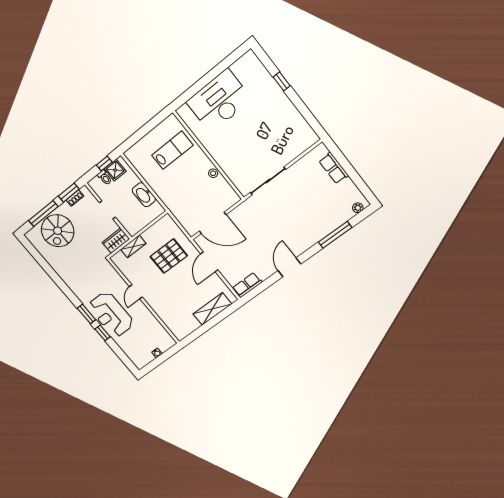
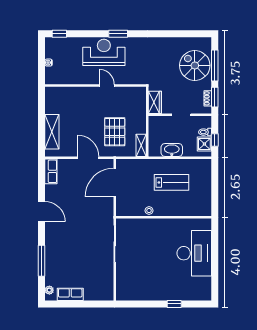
lab bench: (172, 150) -> (172, 182), moved, turned -90
row of seats: (334, 168) -> (70, 294), moved
shelving: (133, 246) -> (141, 145), moved
window: (103, 333) -> (59, 34), moved

